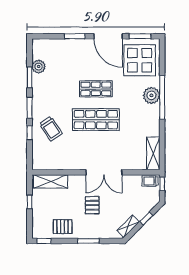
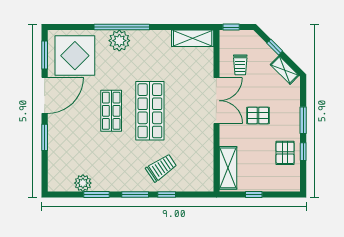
trolley: (150, 181) -> (240, 65), moved
window: (44, 241) -> (303, 152), moved

